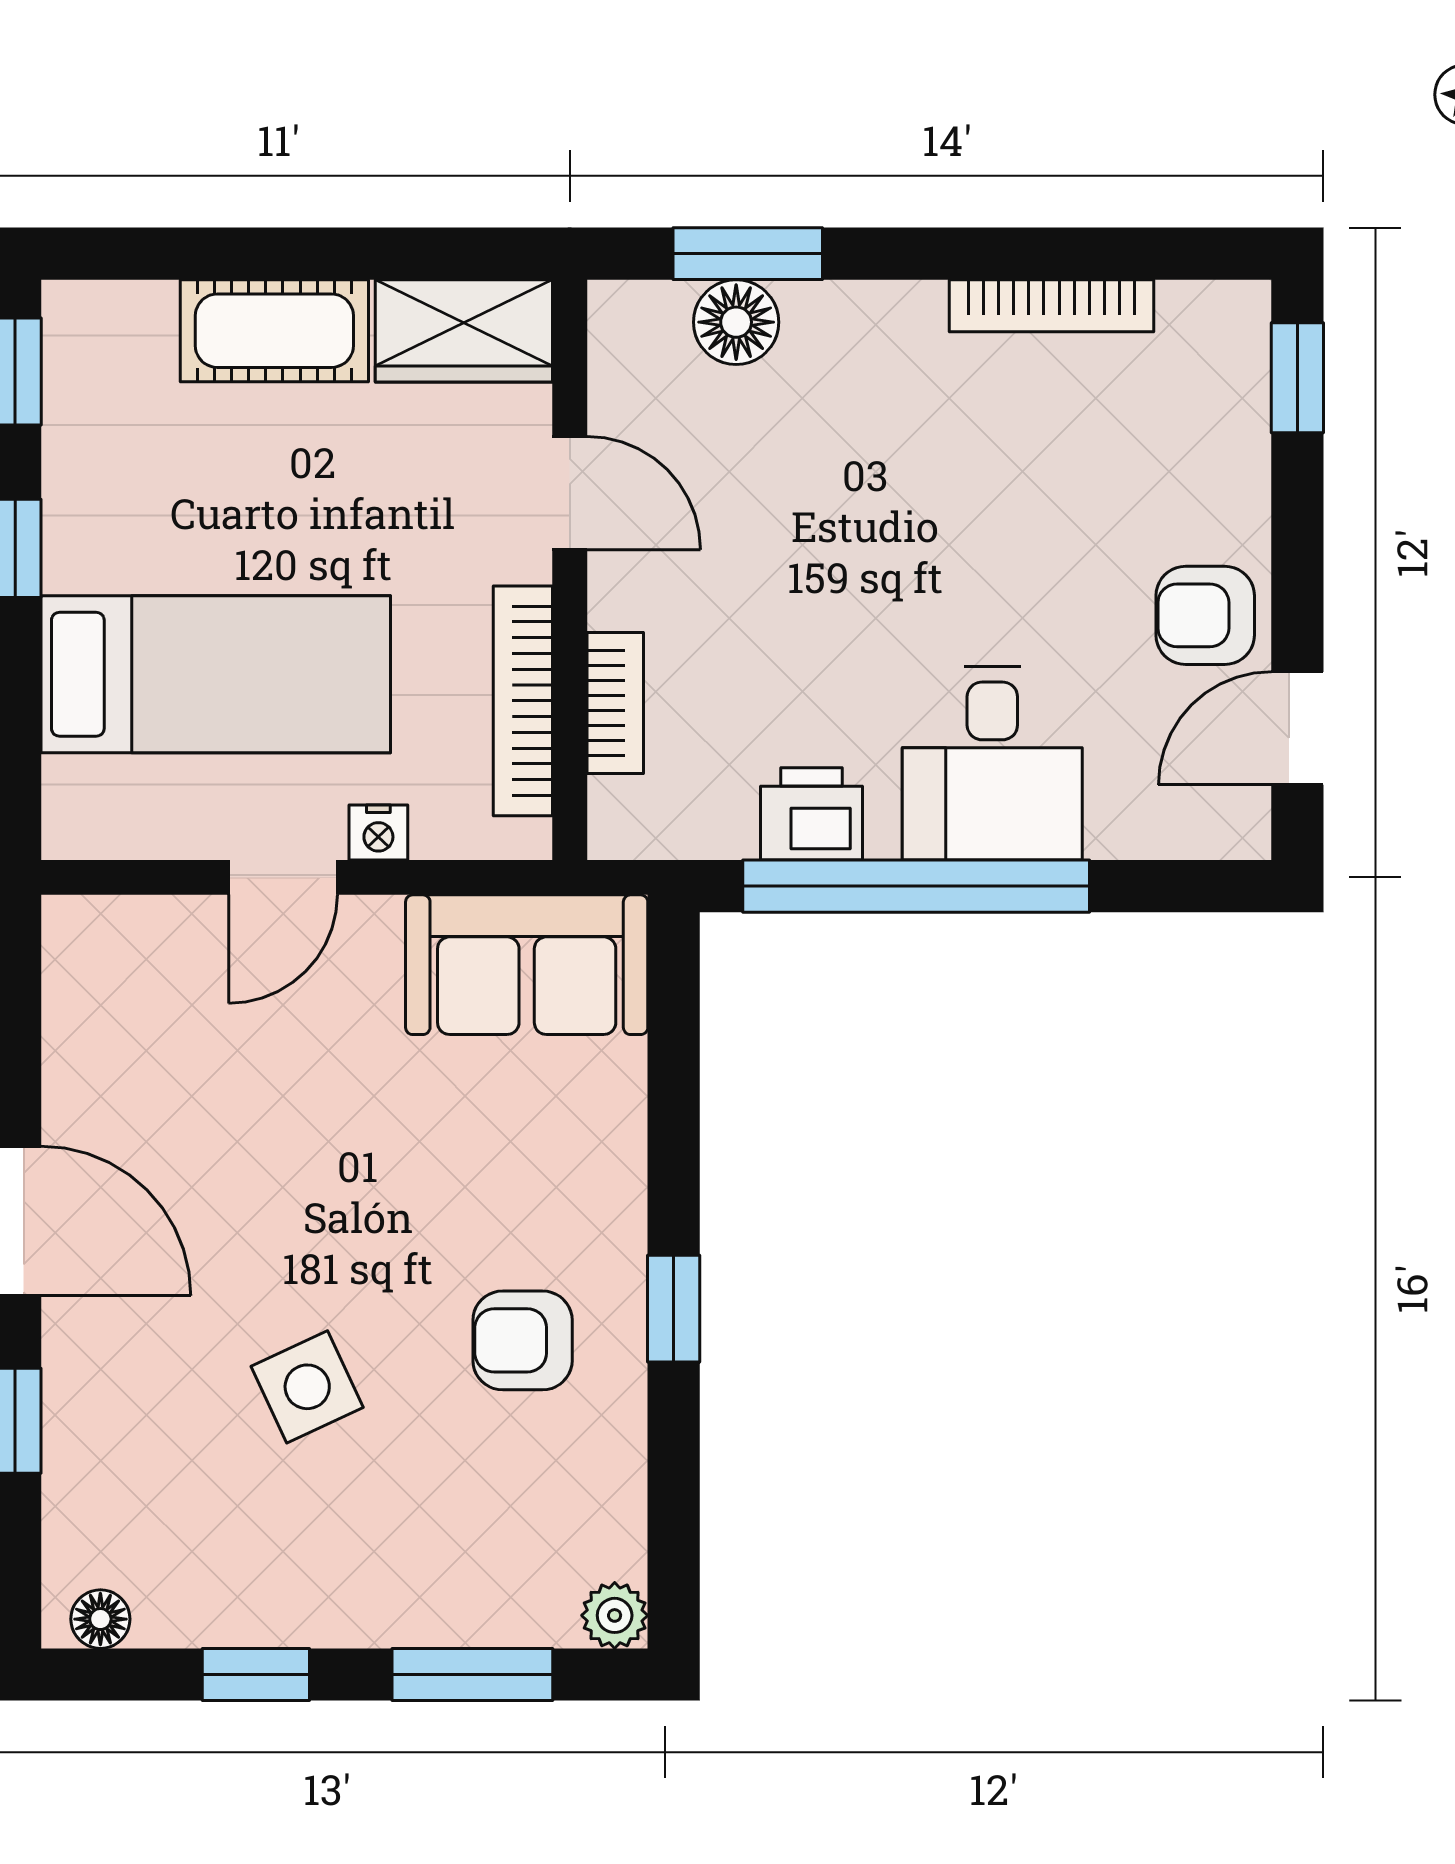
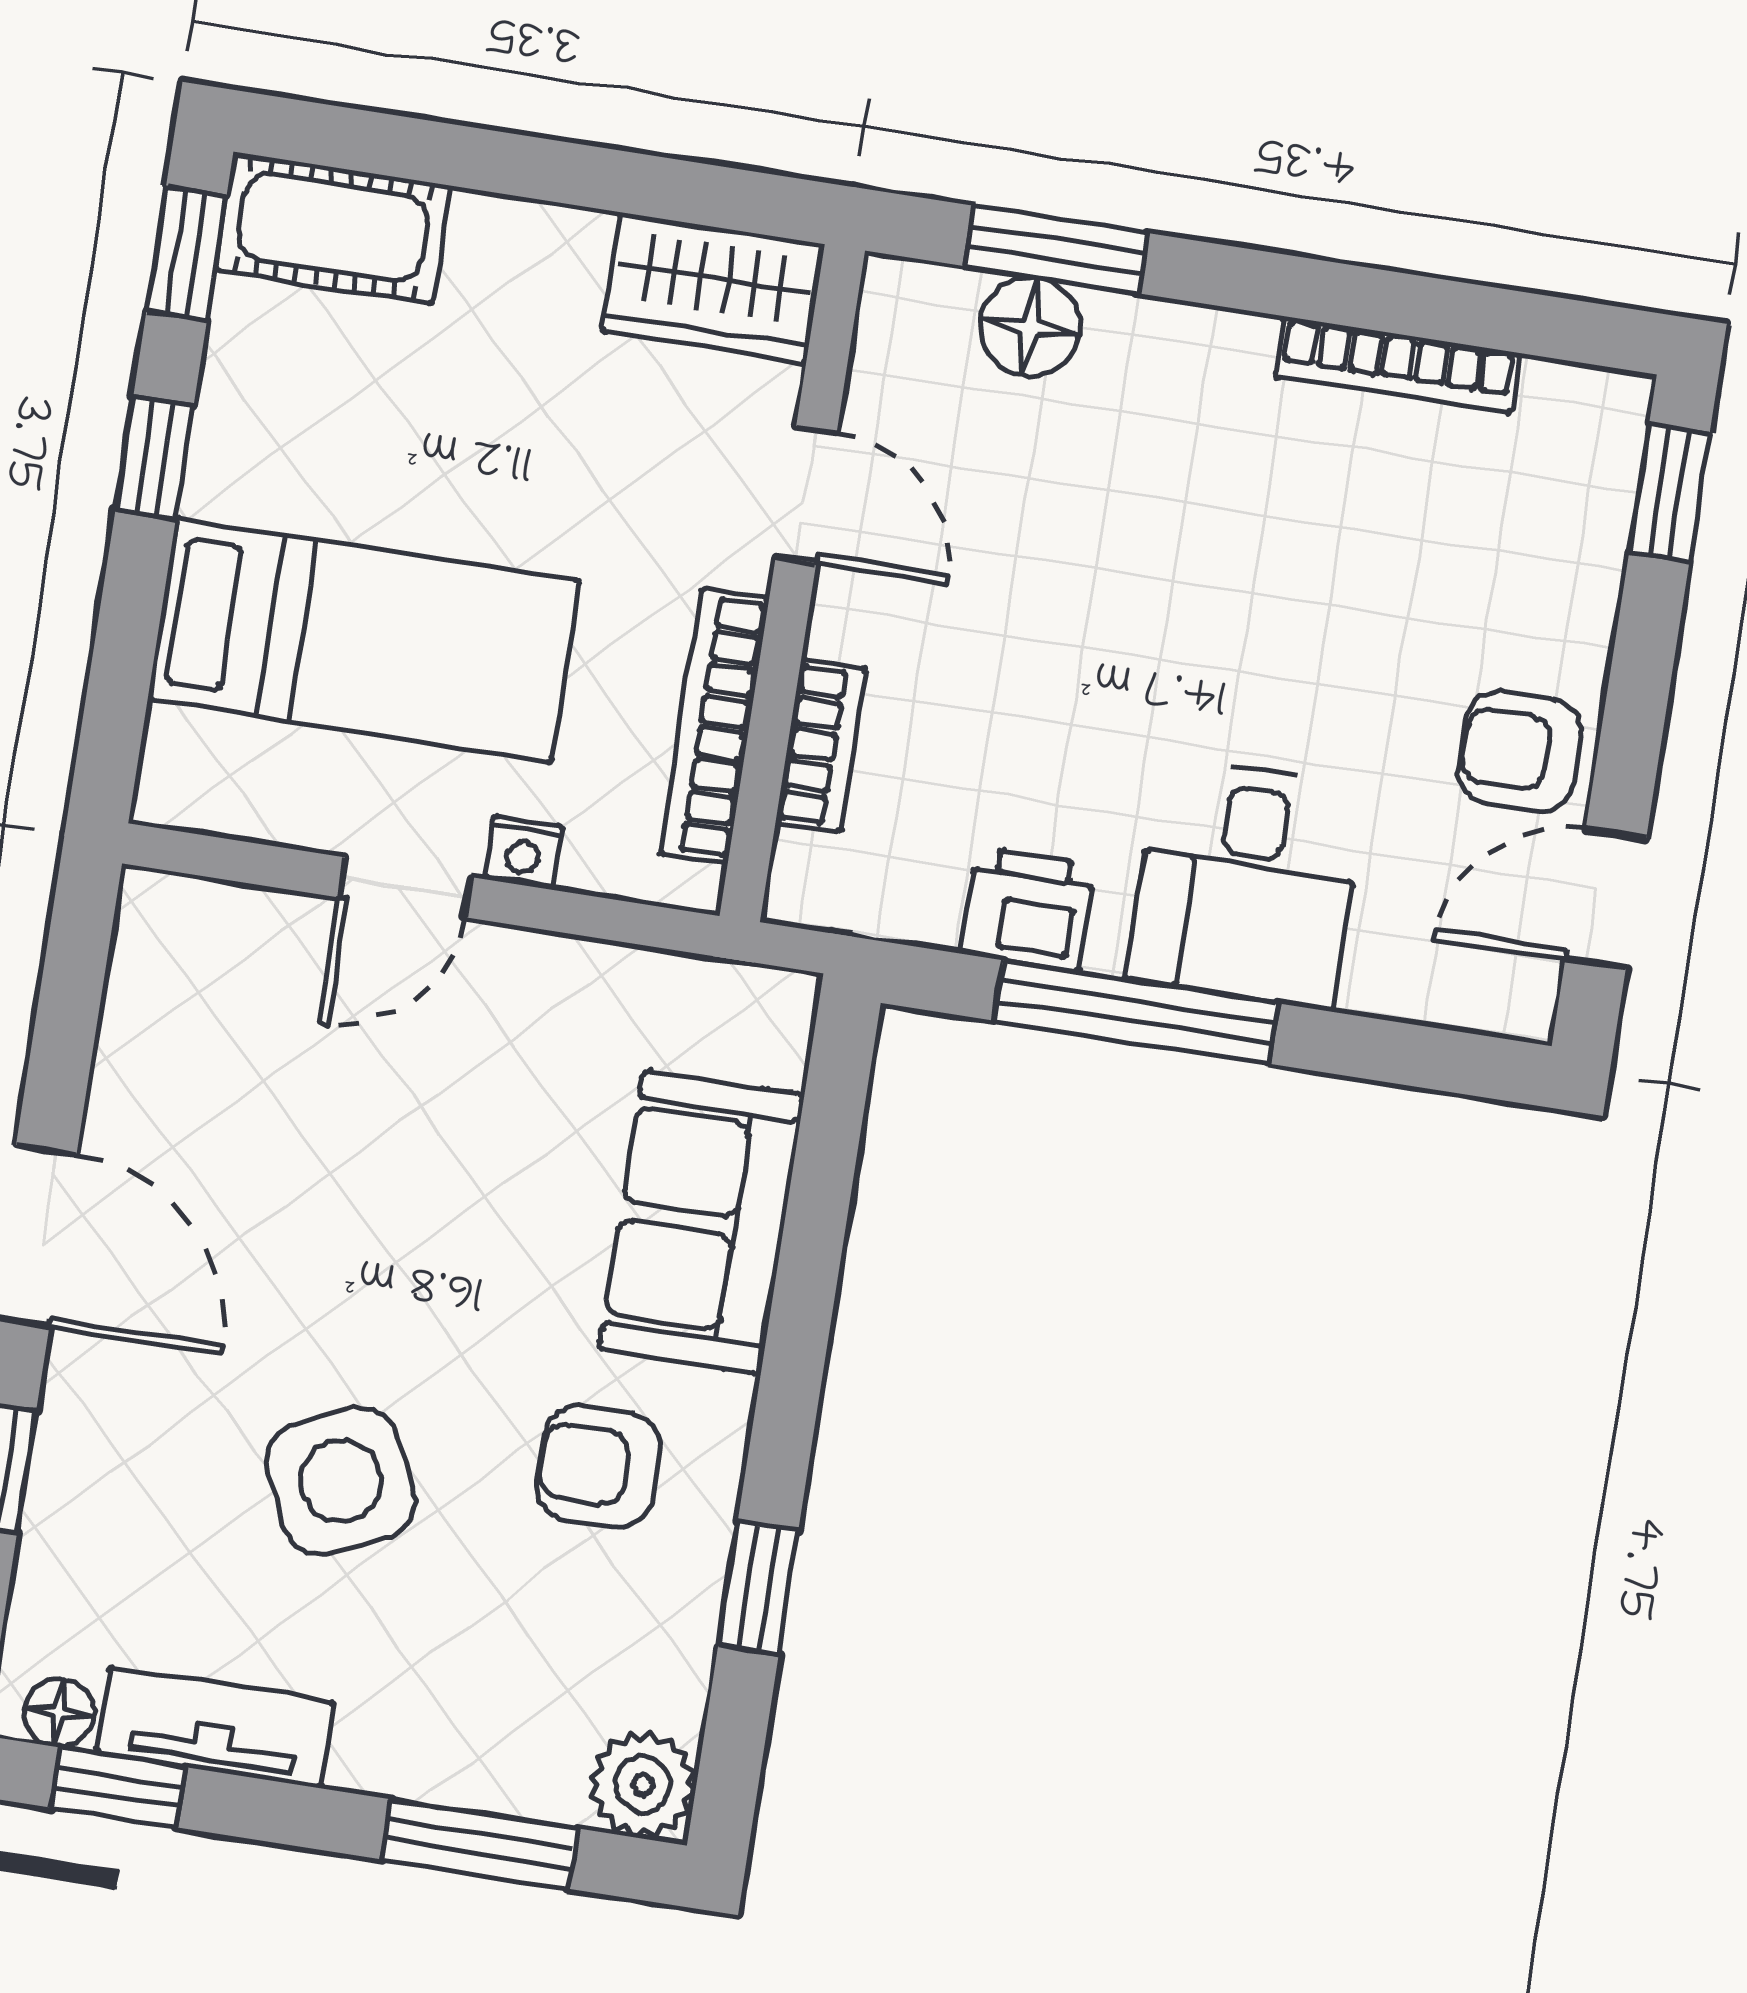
cot: (274, 331) -> (333, 228), moved
window: (916, 886) -> (1136, 1012), width x0.68
sofa: (527, 965) -> (702, 1222), moved, turned 90
window: (674, 1309) -> (758, 1588), moved
side table: (307, 1387) -> (341, 1481), width x1.37, depth x1.37
tv unit: (234, 1611) -> (215, 1728), added
plant: (615, 1615) -> (643, 1785), width x1.38, depth x1.38
window: (256, 1674) -> (118, 1787), moved

